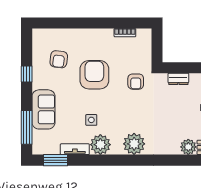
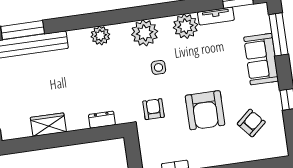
armchair: (59, 59) -> (251, 123), turned 42
side table: (91, 120) -> (158, 67), moved
plant: (188, 147) -> (100, 35), moved

